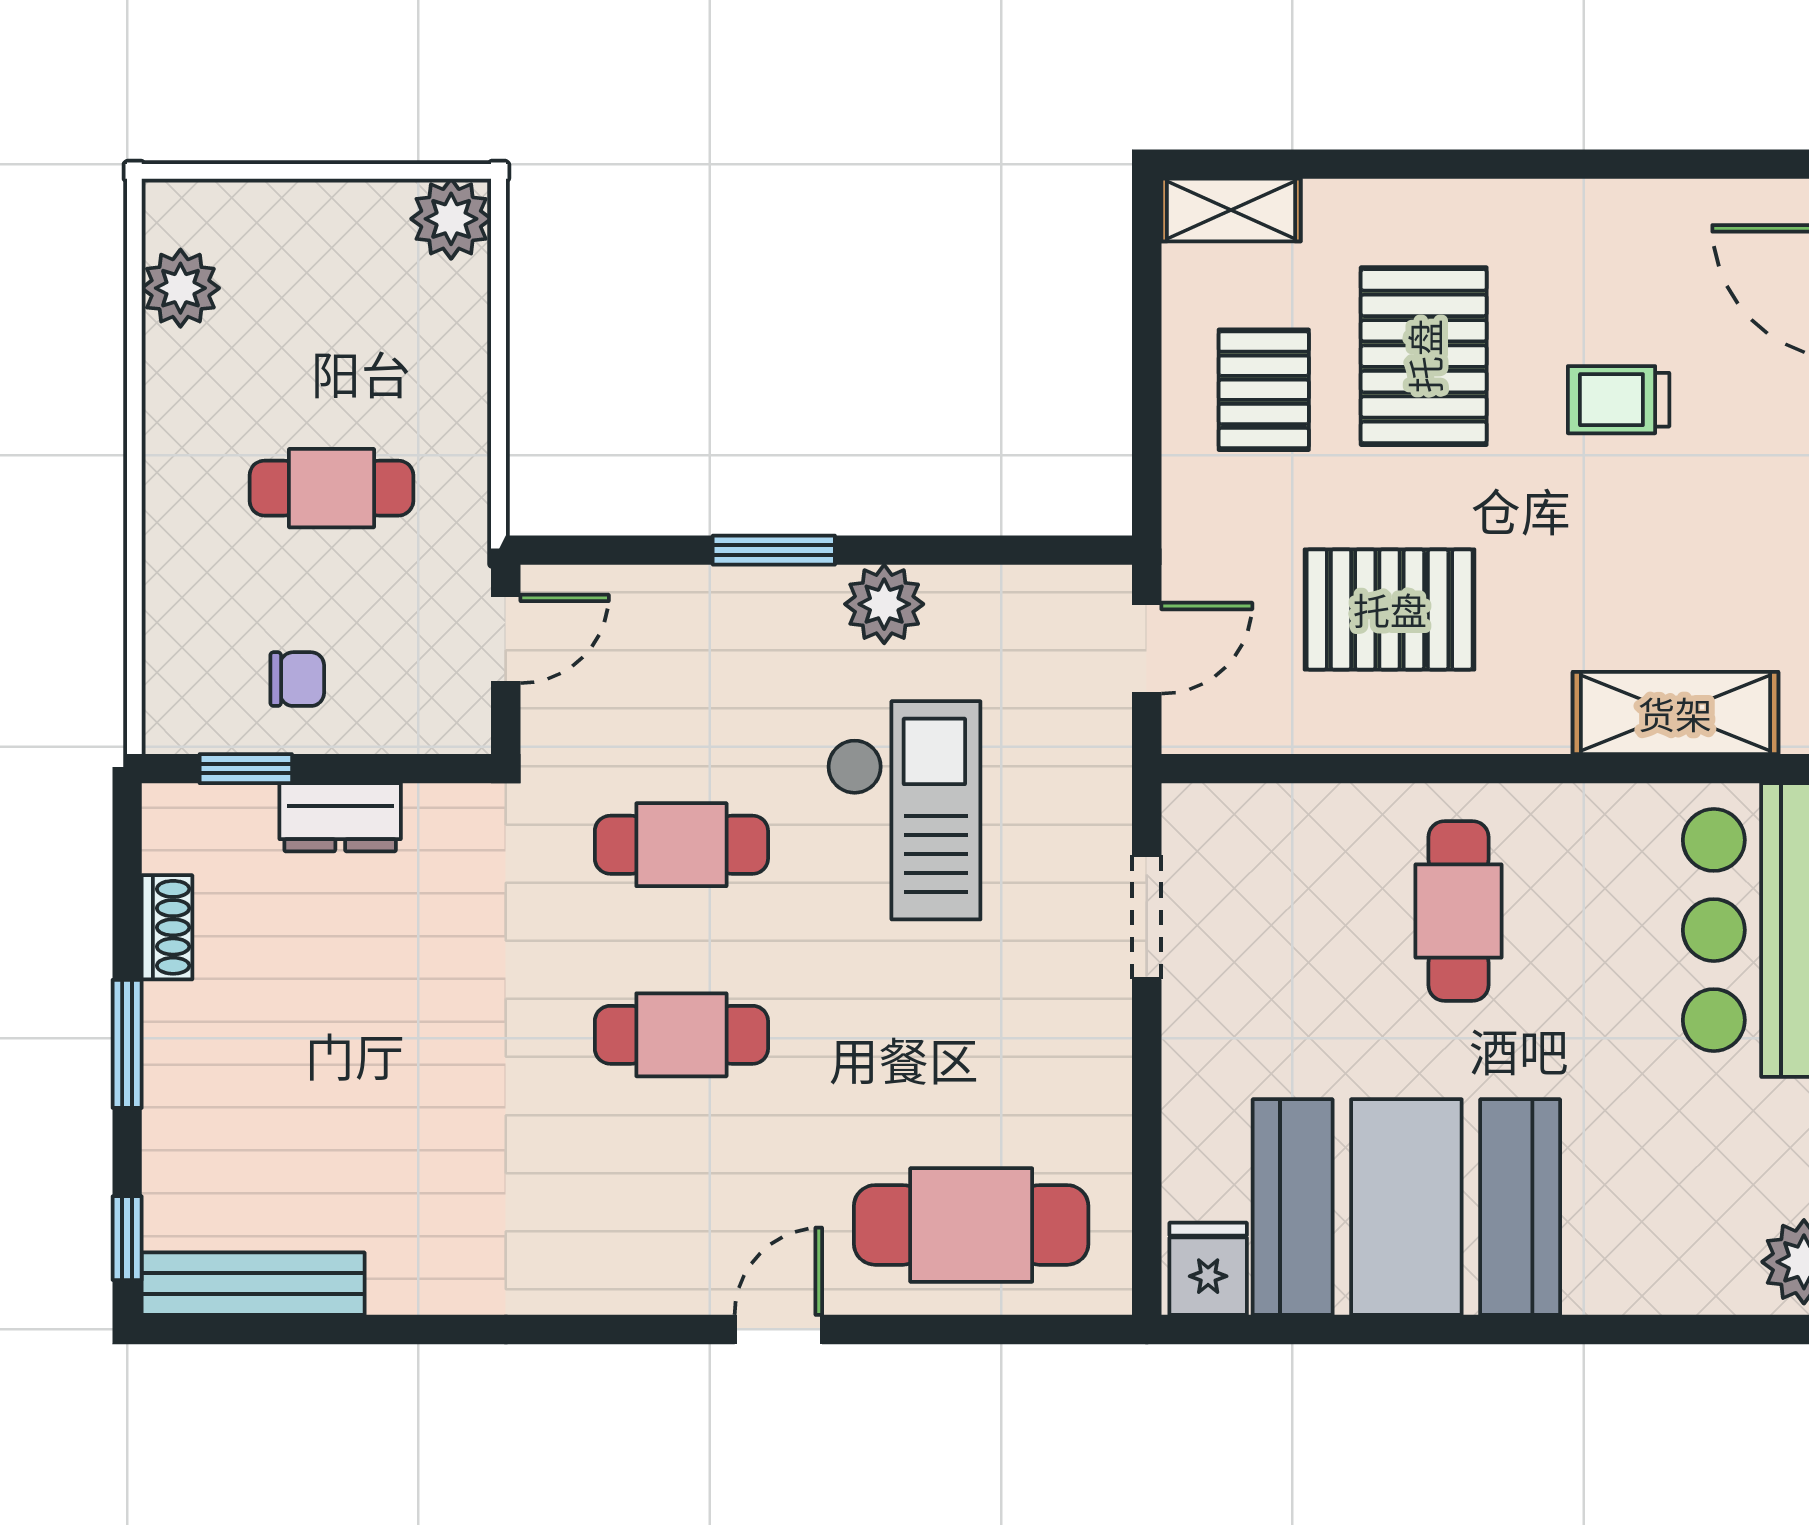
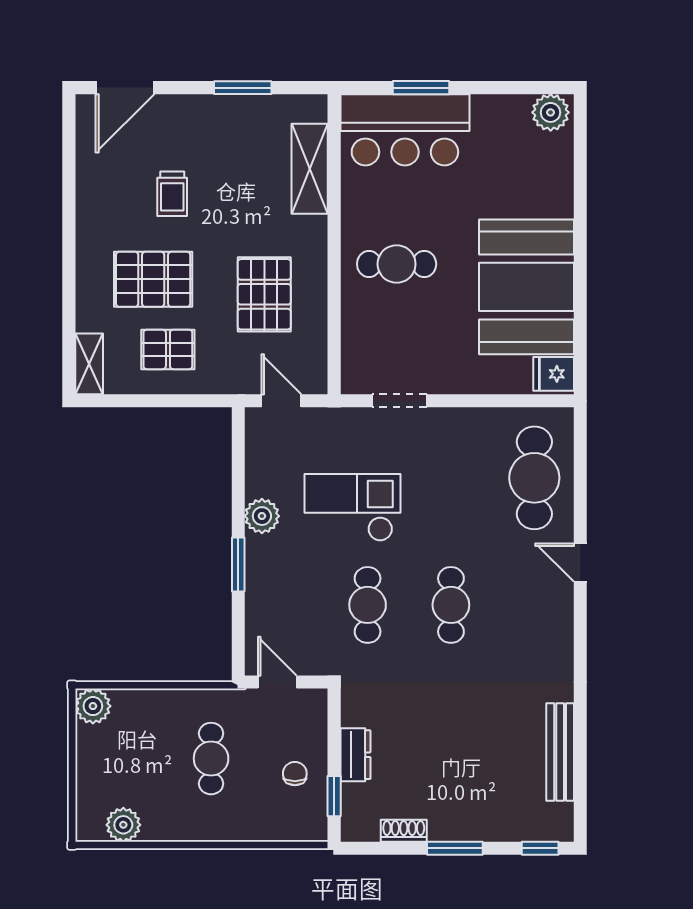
bench: (253, 1284) -> (560, 752), moved

